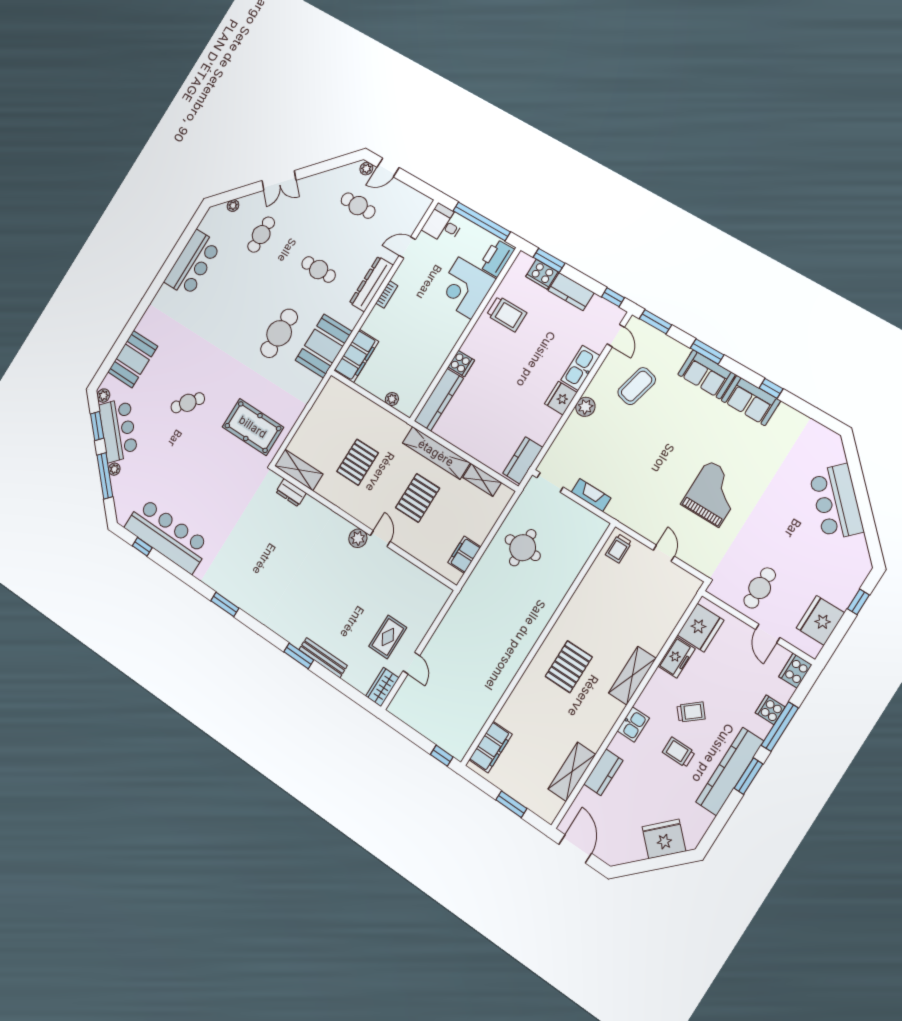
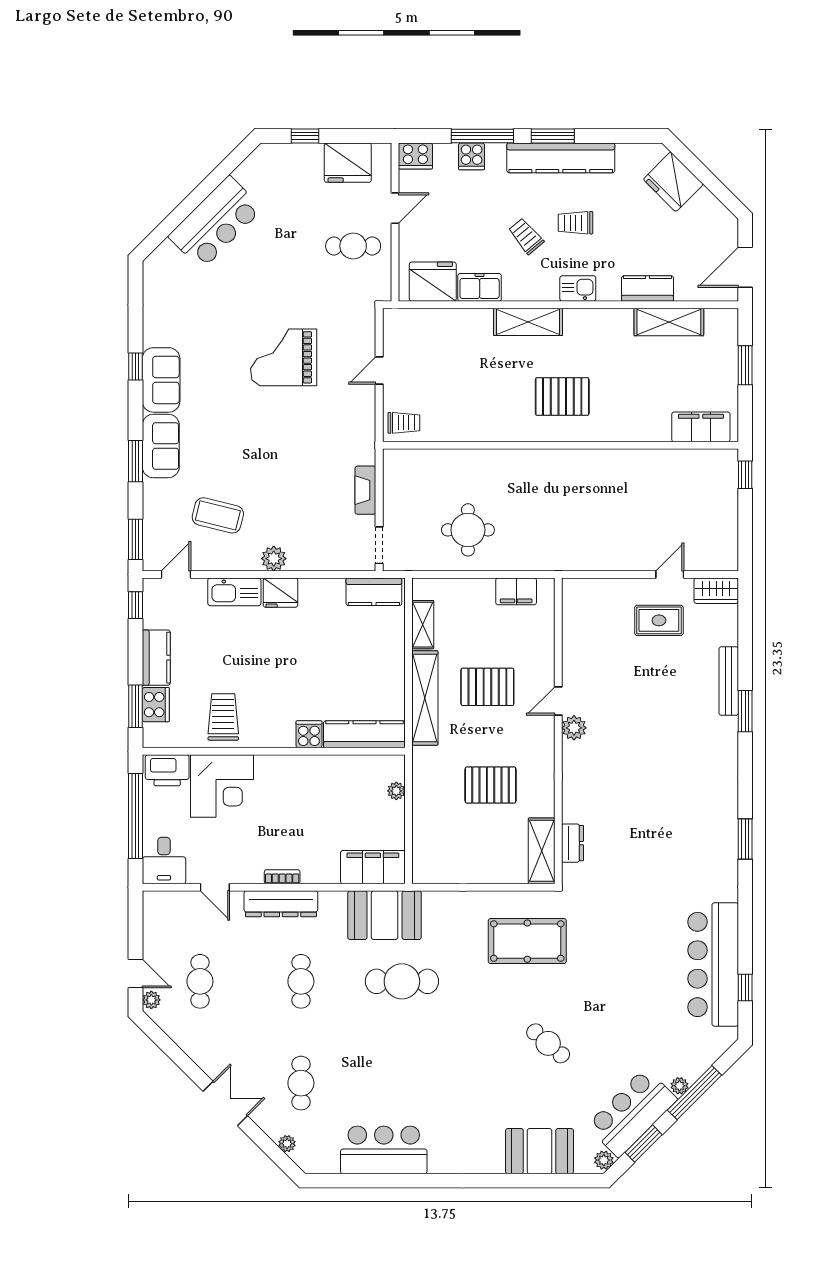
cafe table: (261, 235) -> (301, 1083), turned 90
pool table: (253, 427) -> (527, 941), turned 90
trolley: (679, 752) -> (575, 223), turned 90

